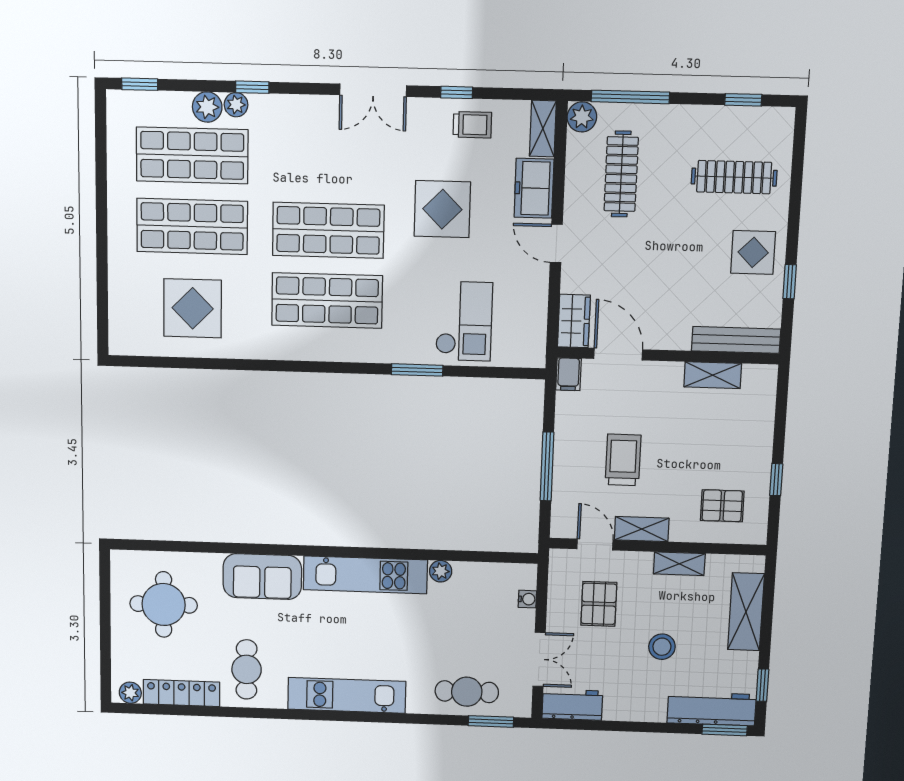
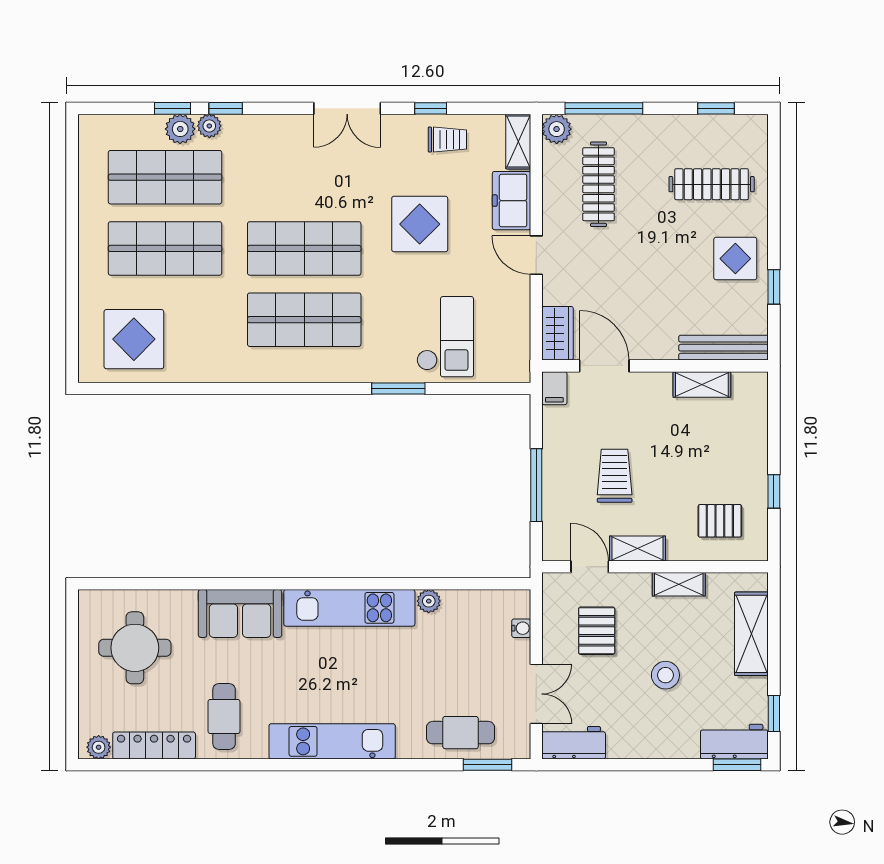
window: (140, 84) -> (173, 108), moved
display table: (193, 308) -> (134, 339), moved
workbench: (712, 709) -> (734, 742), width x0.73

